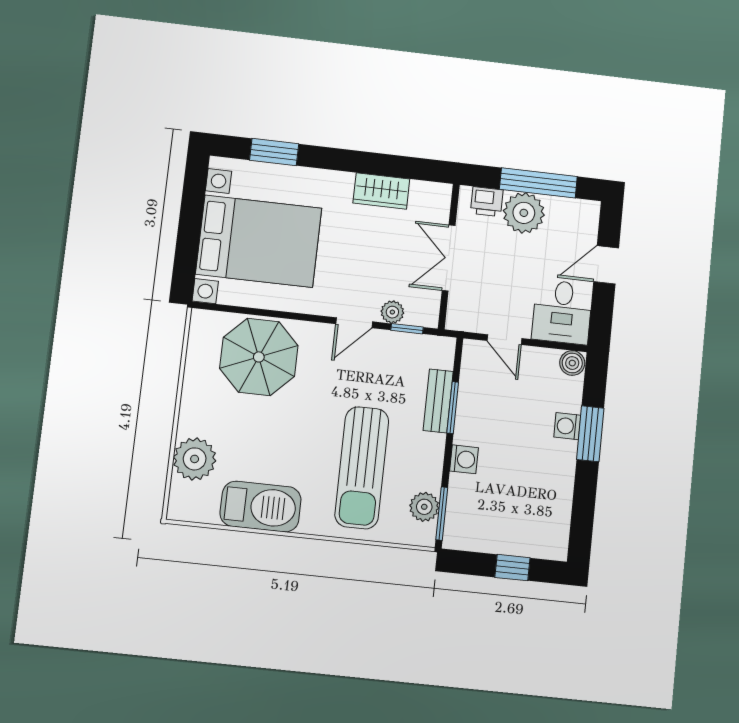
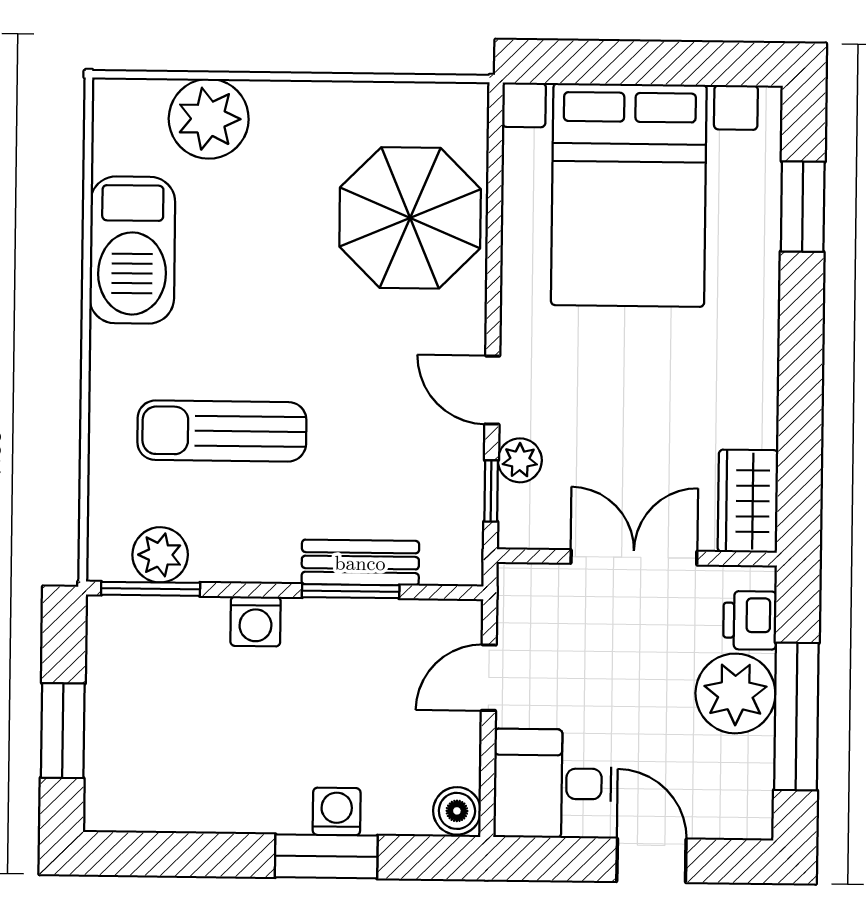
wardrobe: (381, 191) -> (748, 501), moved
sun lounger: (362, 468) -> (222, 431), width x0.73, depth x0.75
window: (512, 568) -> (63, 731), width x1.50

